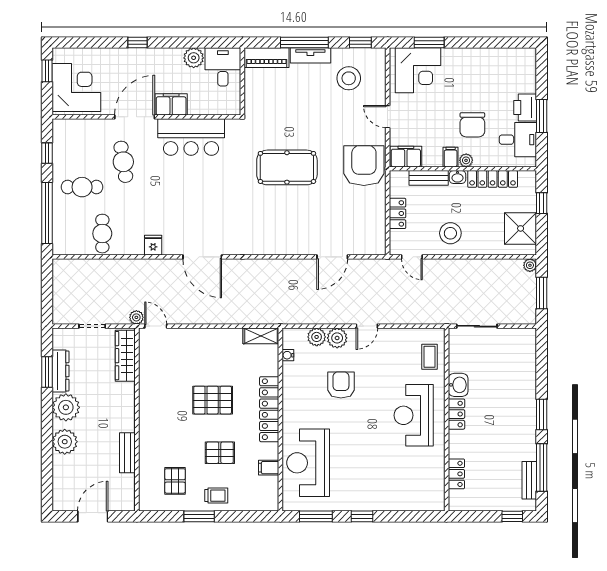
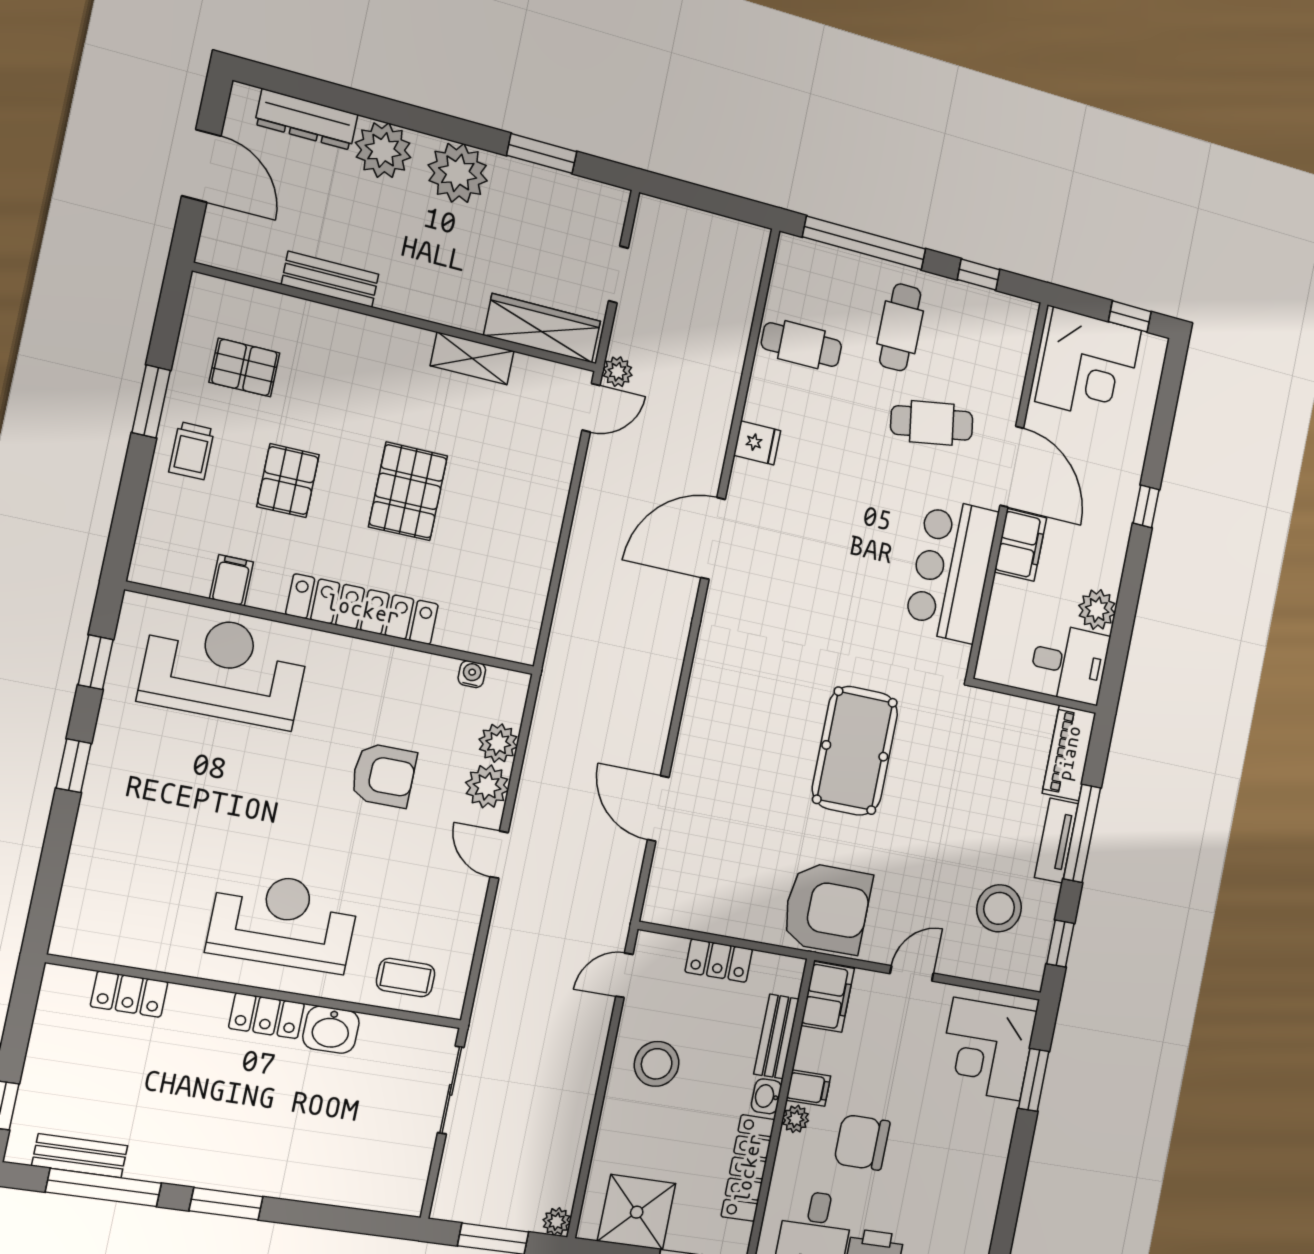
shelving: (261, 336) -> (472, 358), moved, turned 90
dresser: (60, 371) -> (306, 119), moved
window: (316, 516) -> (96, 662), width x0.67

